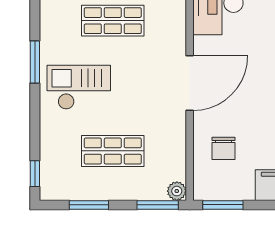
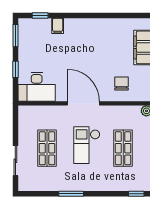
checkout: (79, 87) -> (87, 145), moved
chair: (224, 148) -> (122, 83), turned -90

